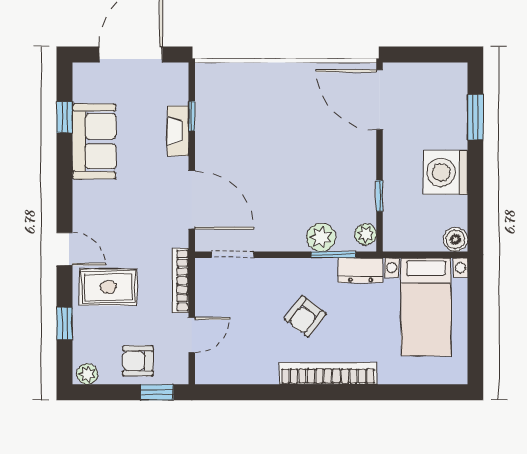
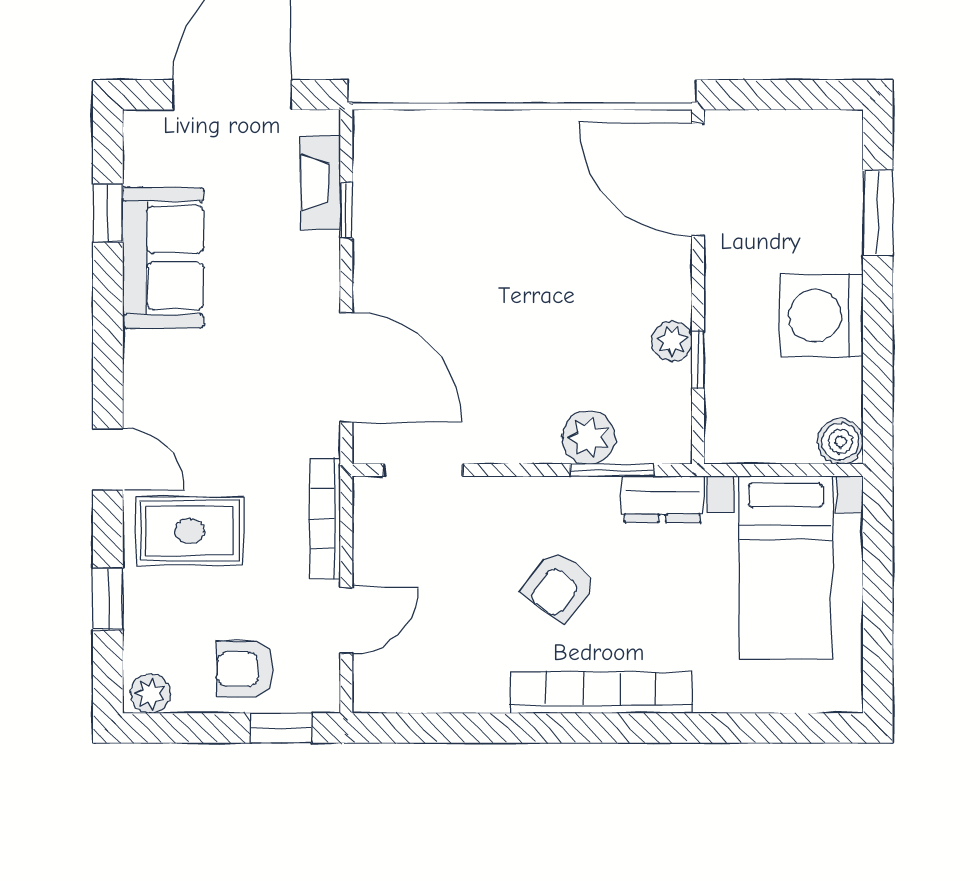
fireplace: (178, 131) -> (320, 183), moved
plant: (366, 234) -> (672, 341), moved

